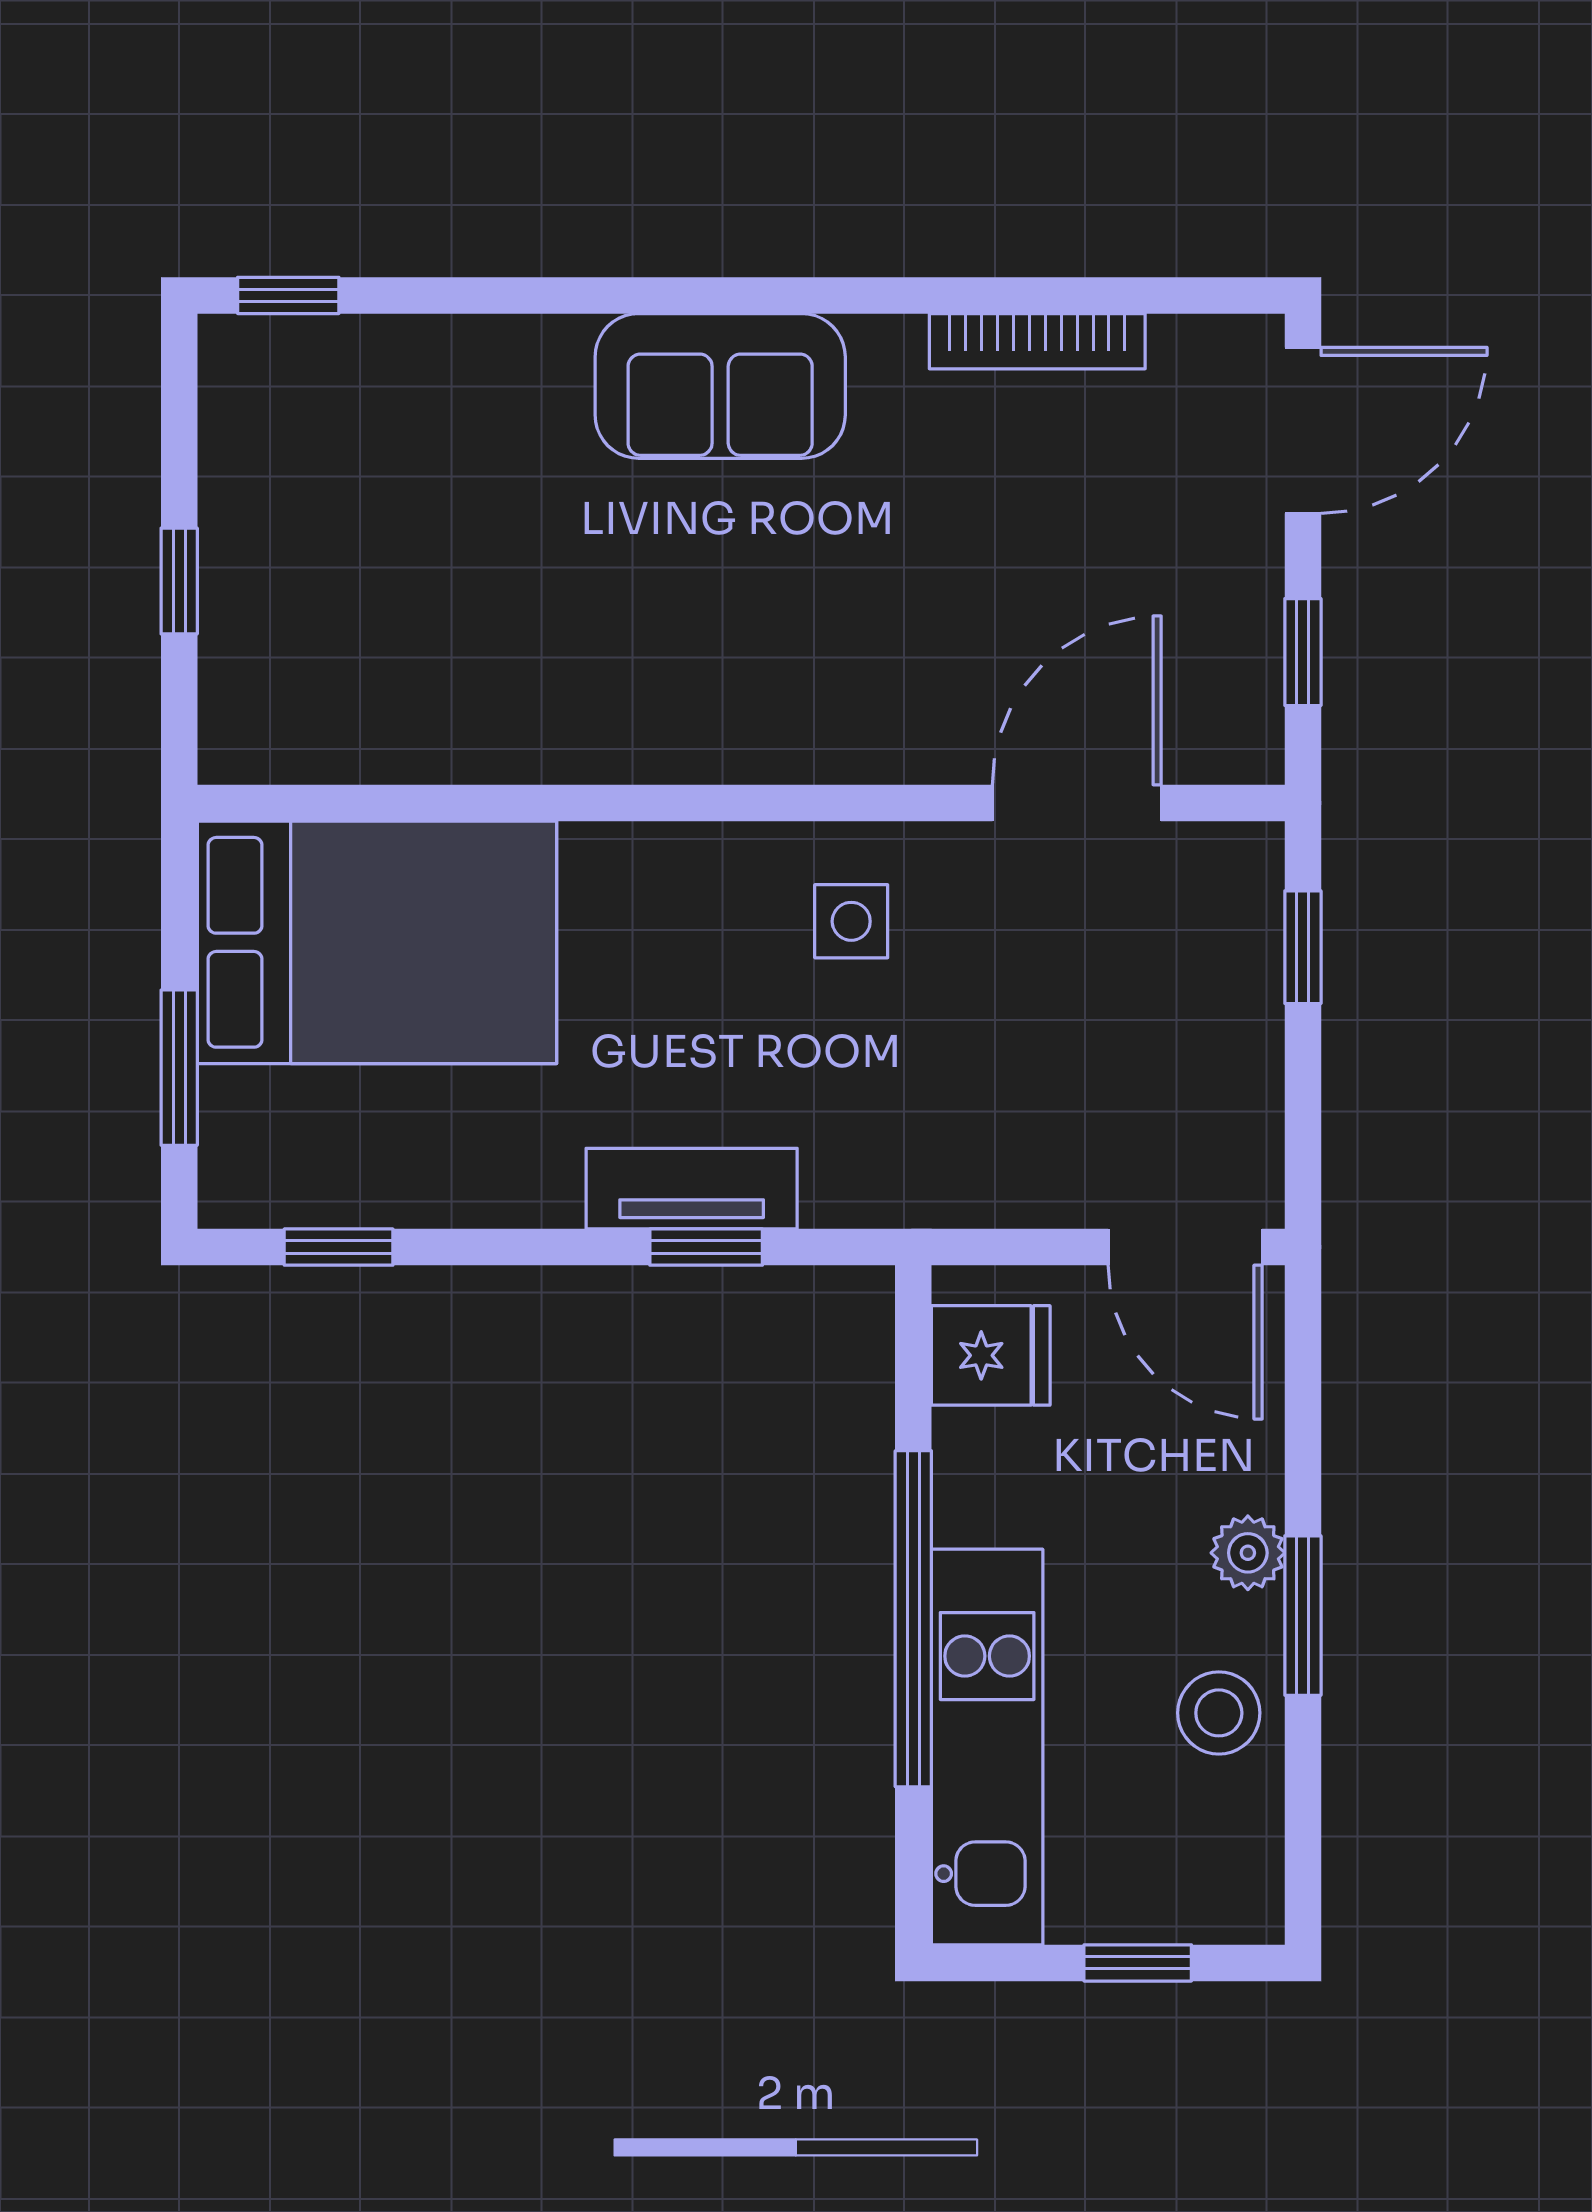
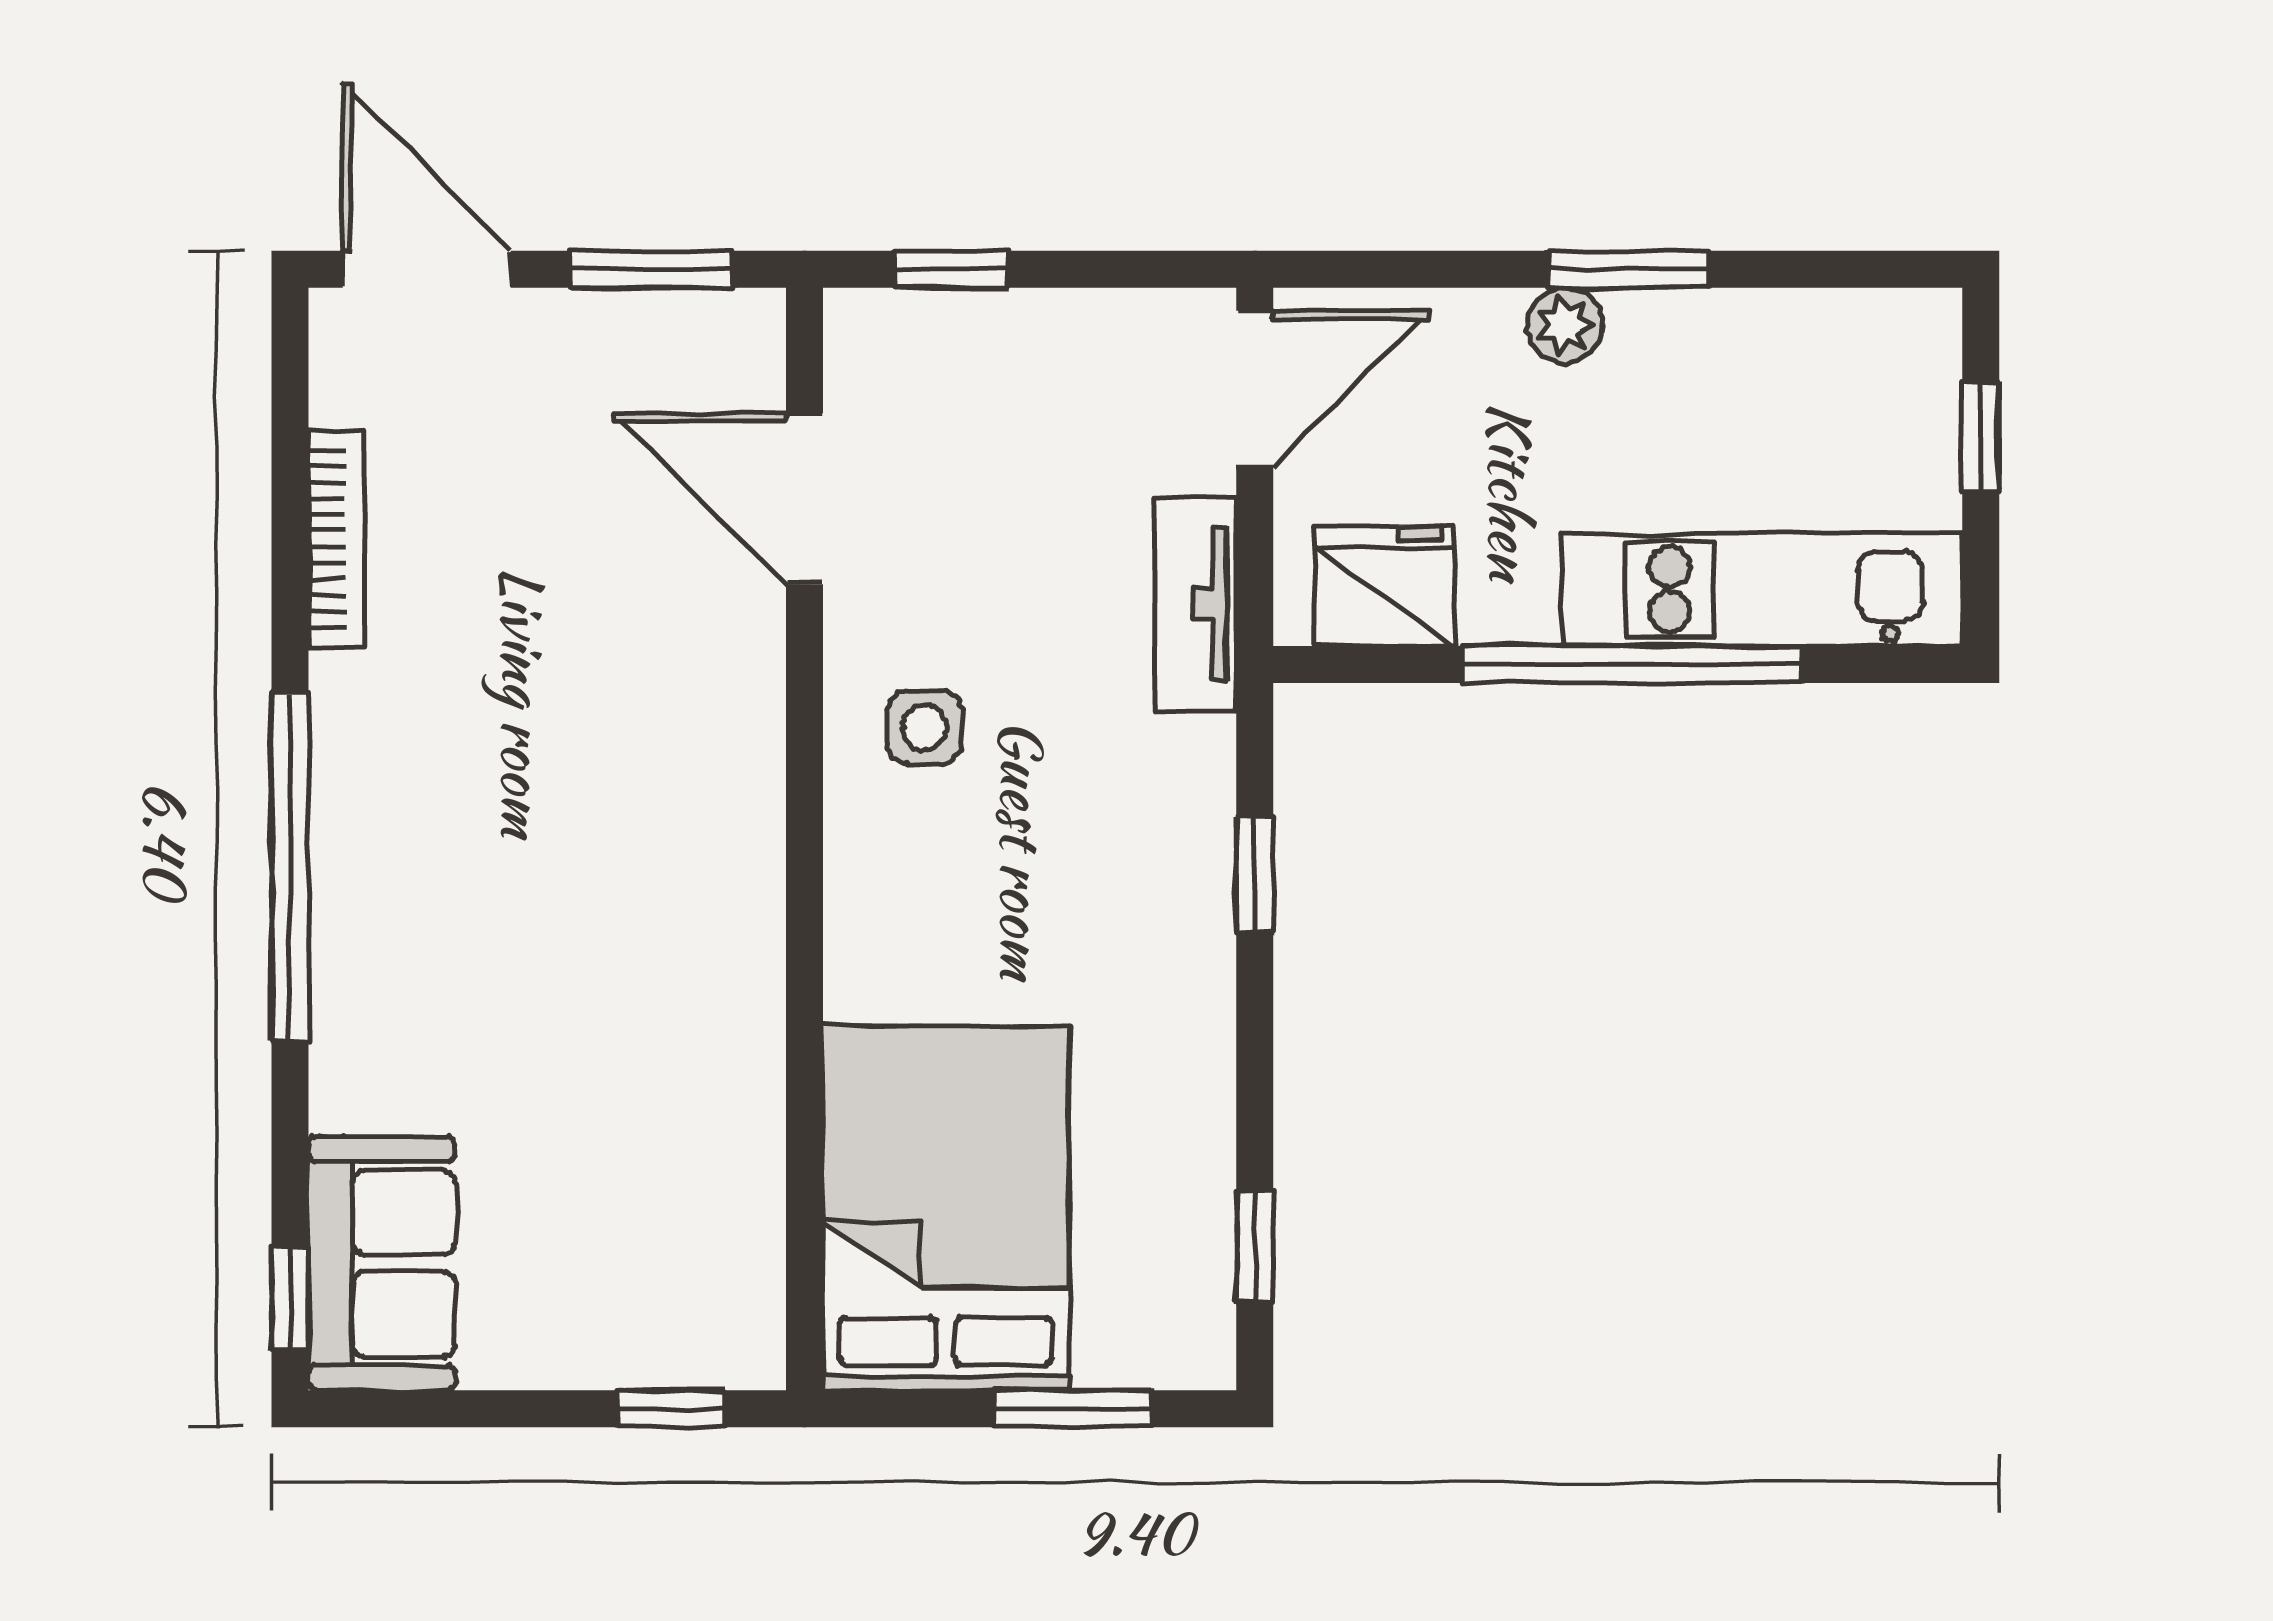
window: (713, 295) -> (290, 867), added
sofa: (720, 386) -> (382, 1263), moved
window: (179, 581) -> (671, 1409), moved
window: (1303, 652) -> (652, 269), width x1.50
tv unit: (692, 1189) -> (1196, 604), moved
fridge: (991, 1355) -> (1384, 586), width x1.38
stool: (1219, 1713) -> (1727, 355), removed

